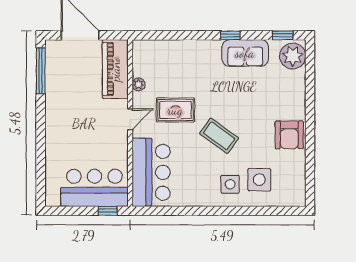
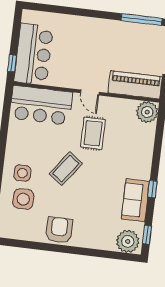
plant: (139, 84) -> (147, 112), moved, width x1.87, depth x1.87
armchair: (289, 135) -> (59, 230), turned 90

